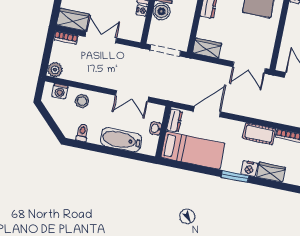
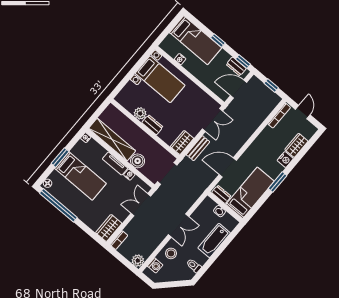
double door: (101, 37) -> (141, 205), moved
bench: (210, 69) -> (198, 148), added
double door: (132, 96) -> (179, 226), moved
door: (207, 112) -> (228, 167), hinge flipped
cot: (259, 134) -> (264, 139), removed
window: (235, 176) -> (278, 182), moved

